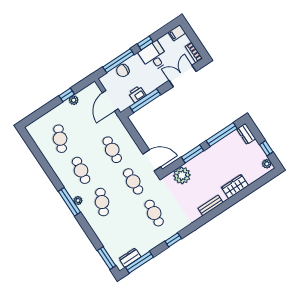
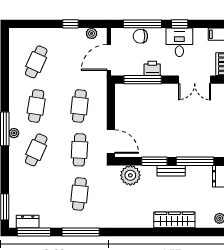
double door: (183, 76) -> (195, 80), swing flipped
printer: (137, 94) -> (152, 68), moved
plant: (74, 100) -> (92, 33), moved
wardrobe: (235, 187) -> (174, 220), width x1.50
bench: (211, 205) -> (171, 171), moved
window: (173, 240) -> (81, 232), width x2.17

